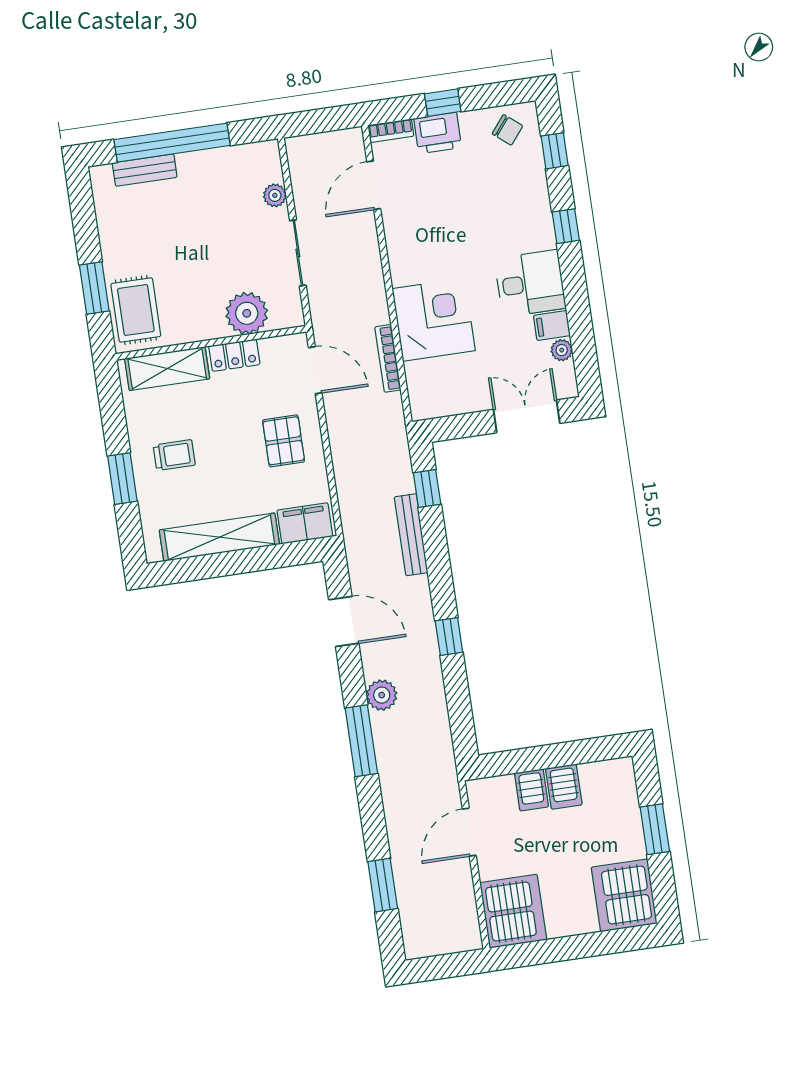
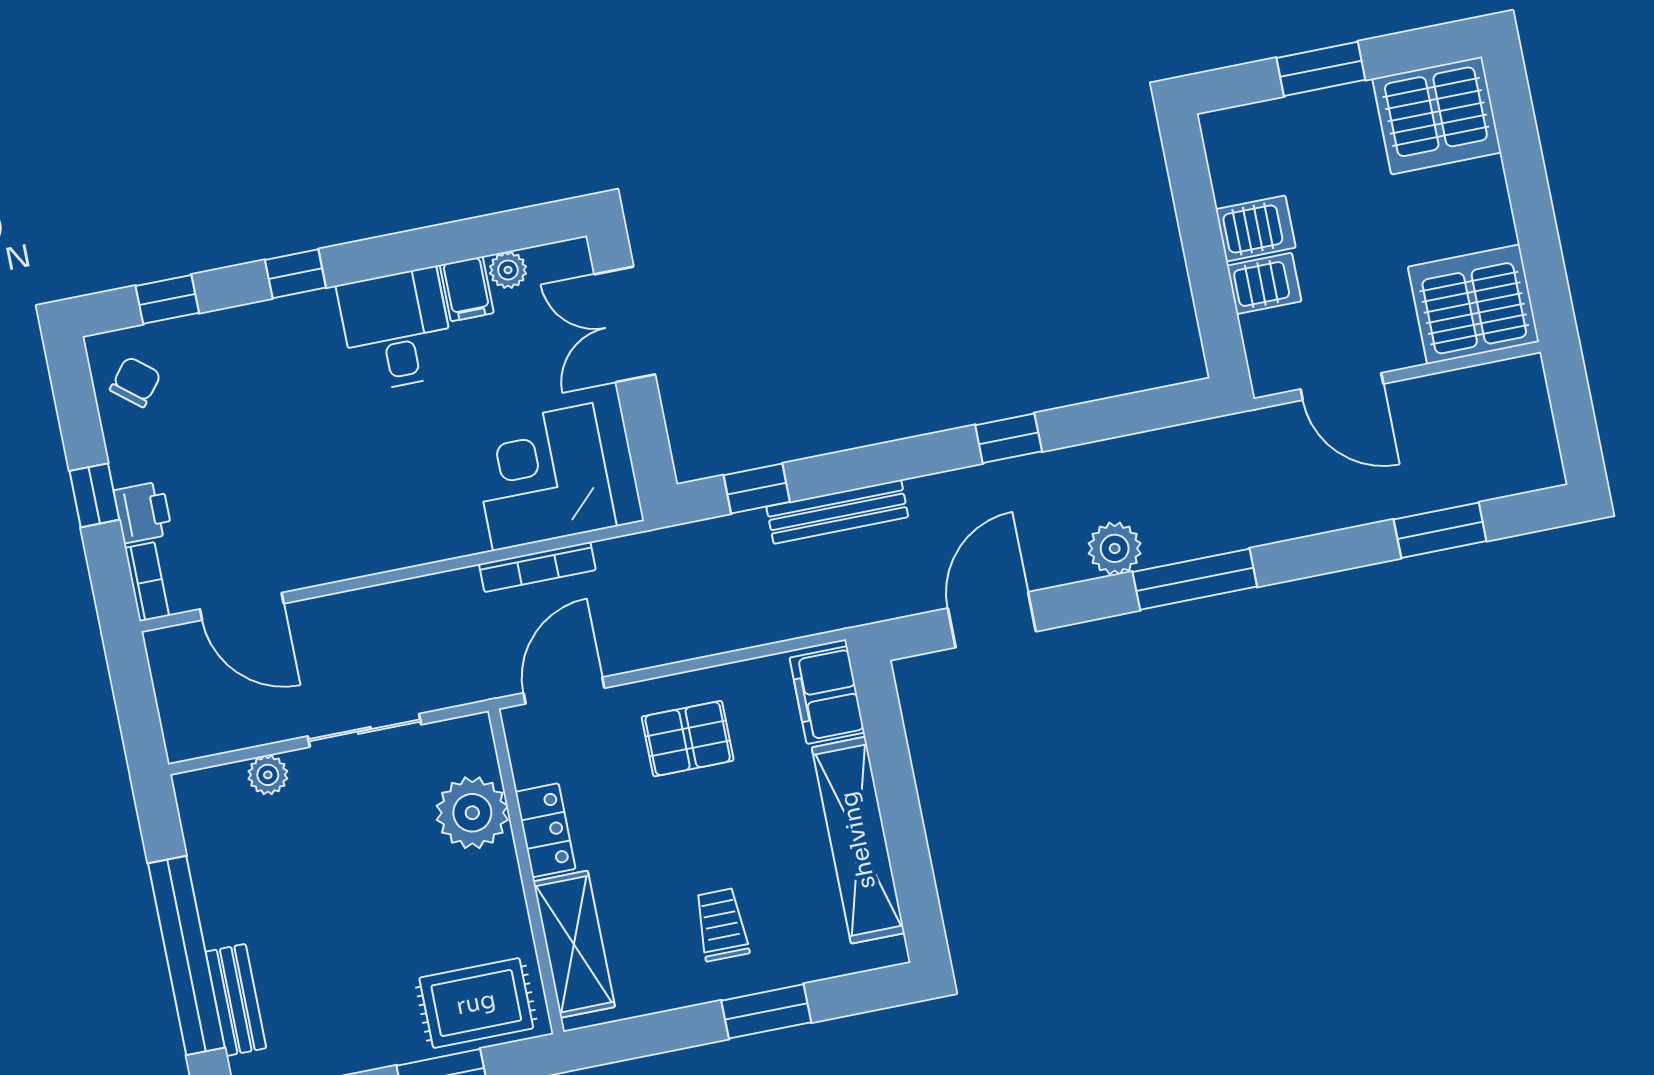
printer: (438, 133) -> (143, 512), width x0.73, depth x0.81
corner desk: (434, 320) -> (543, 477), moved

